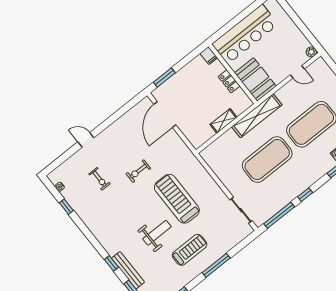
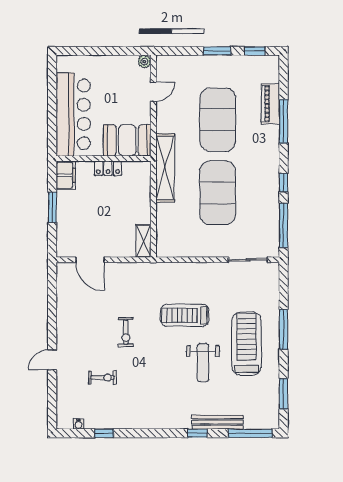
filing cabinet: (209, 56) -> (66, 175), width x2.00
window: (164, 77) -> (52, 207), moved
door: (165, 115) -> (90, 260), width x0.73
shelving: (224, 121) -> (144, 241), moved
treadmill: (177, 199) -> (185, 315), width x0.73, depth x0.73
weight bench: (157, 233) -> (203, 363), turned 180
treadmill: (190, 250) -> (246, 344), width x1.37, depth x1.38

